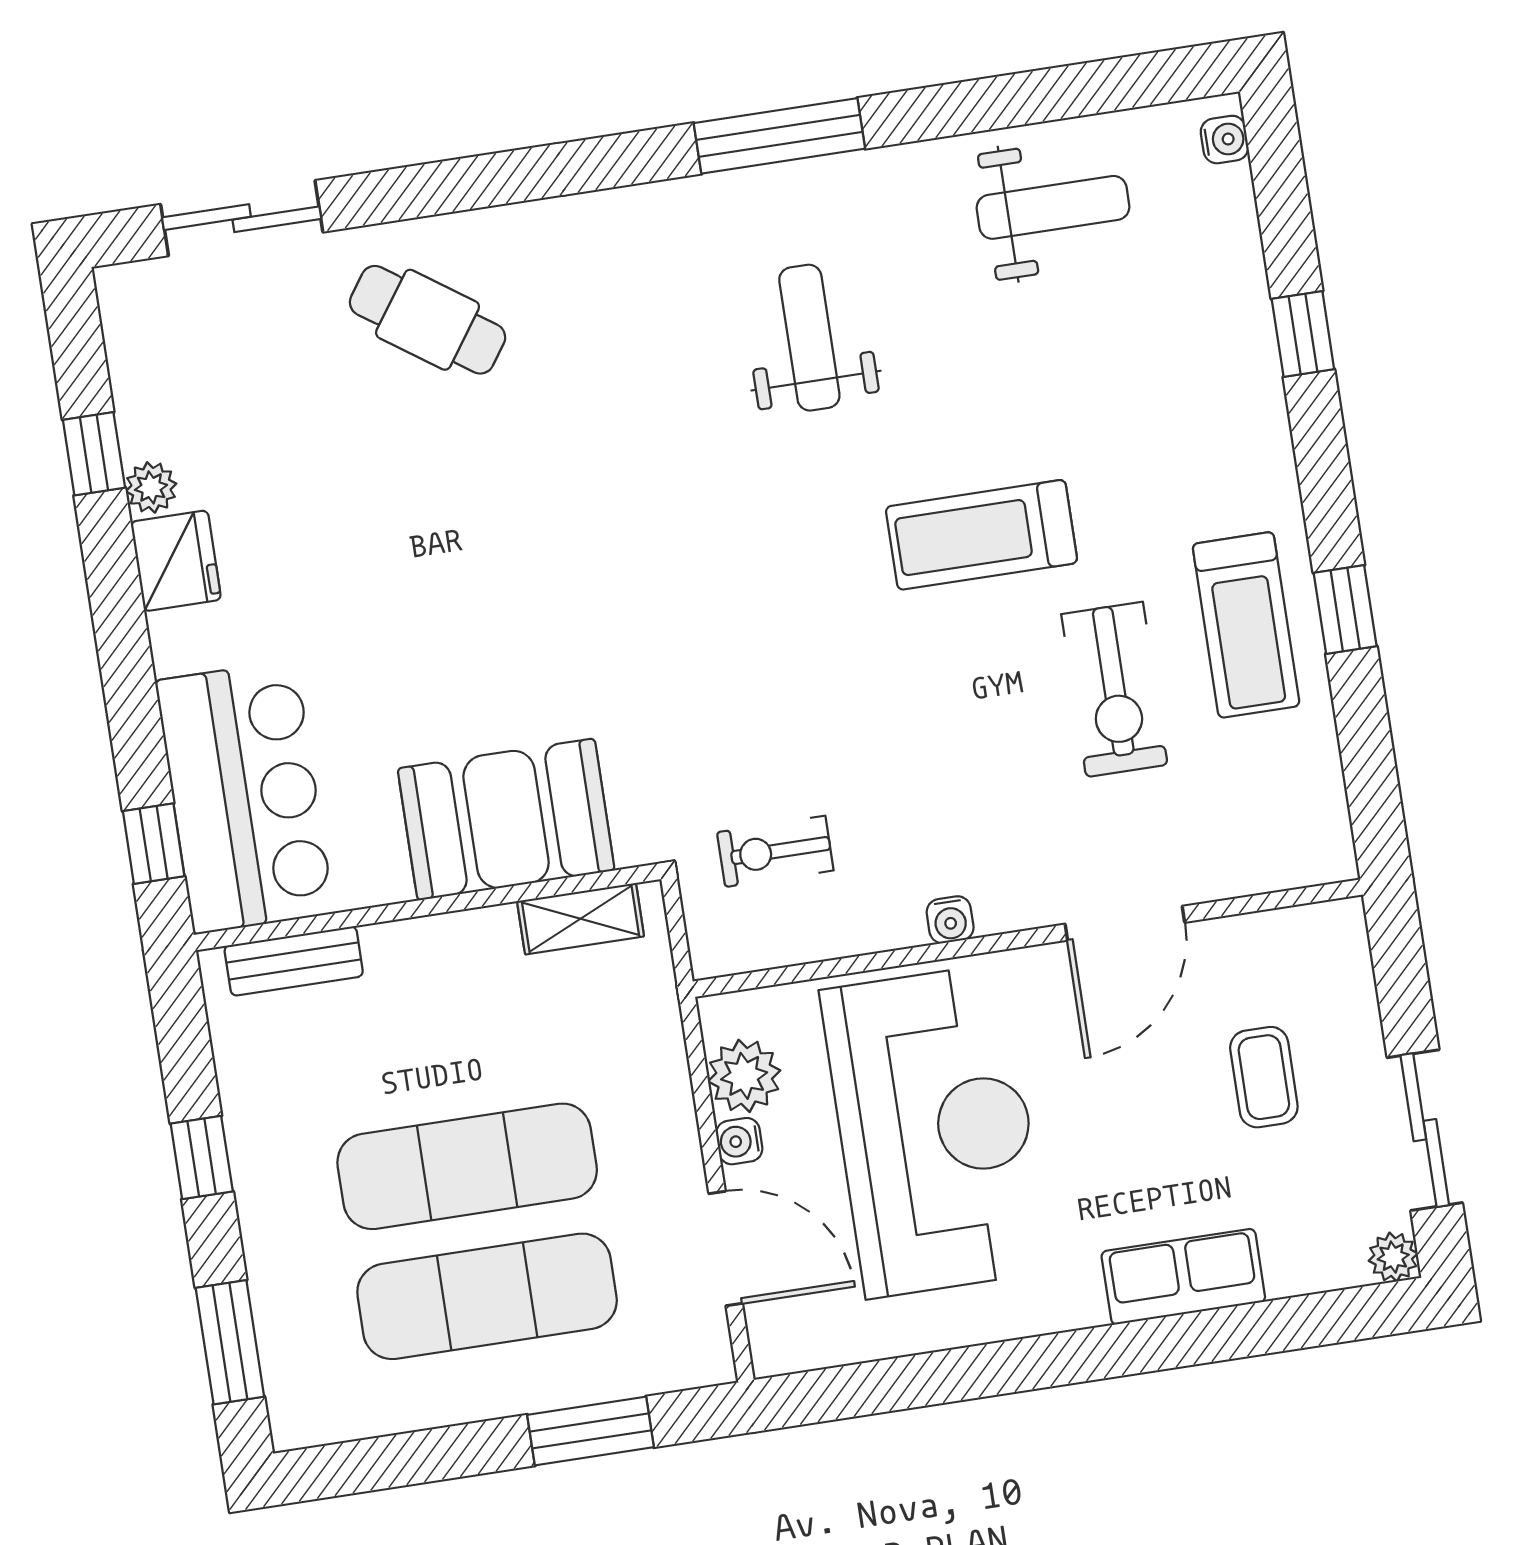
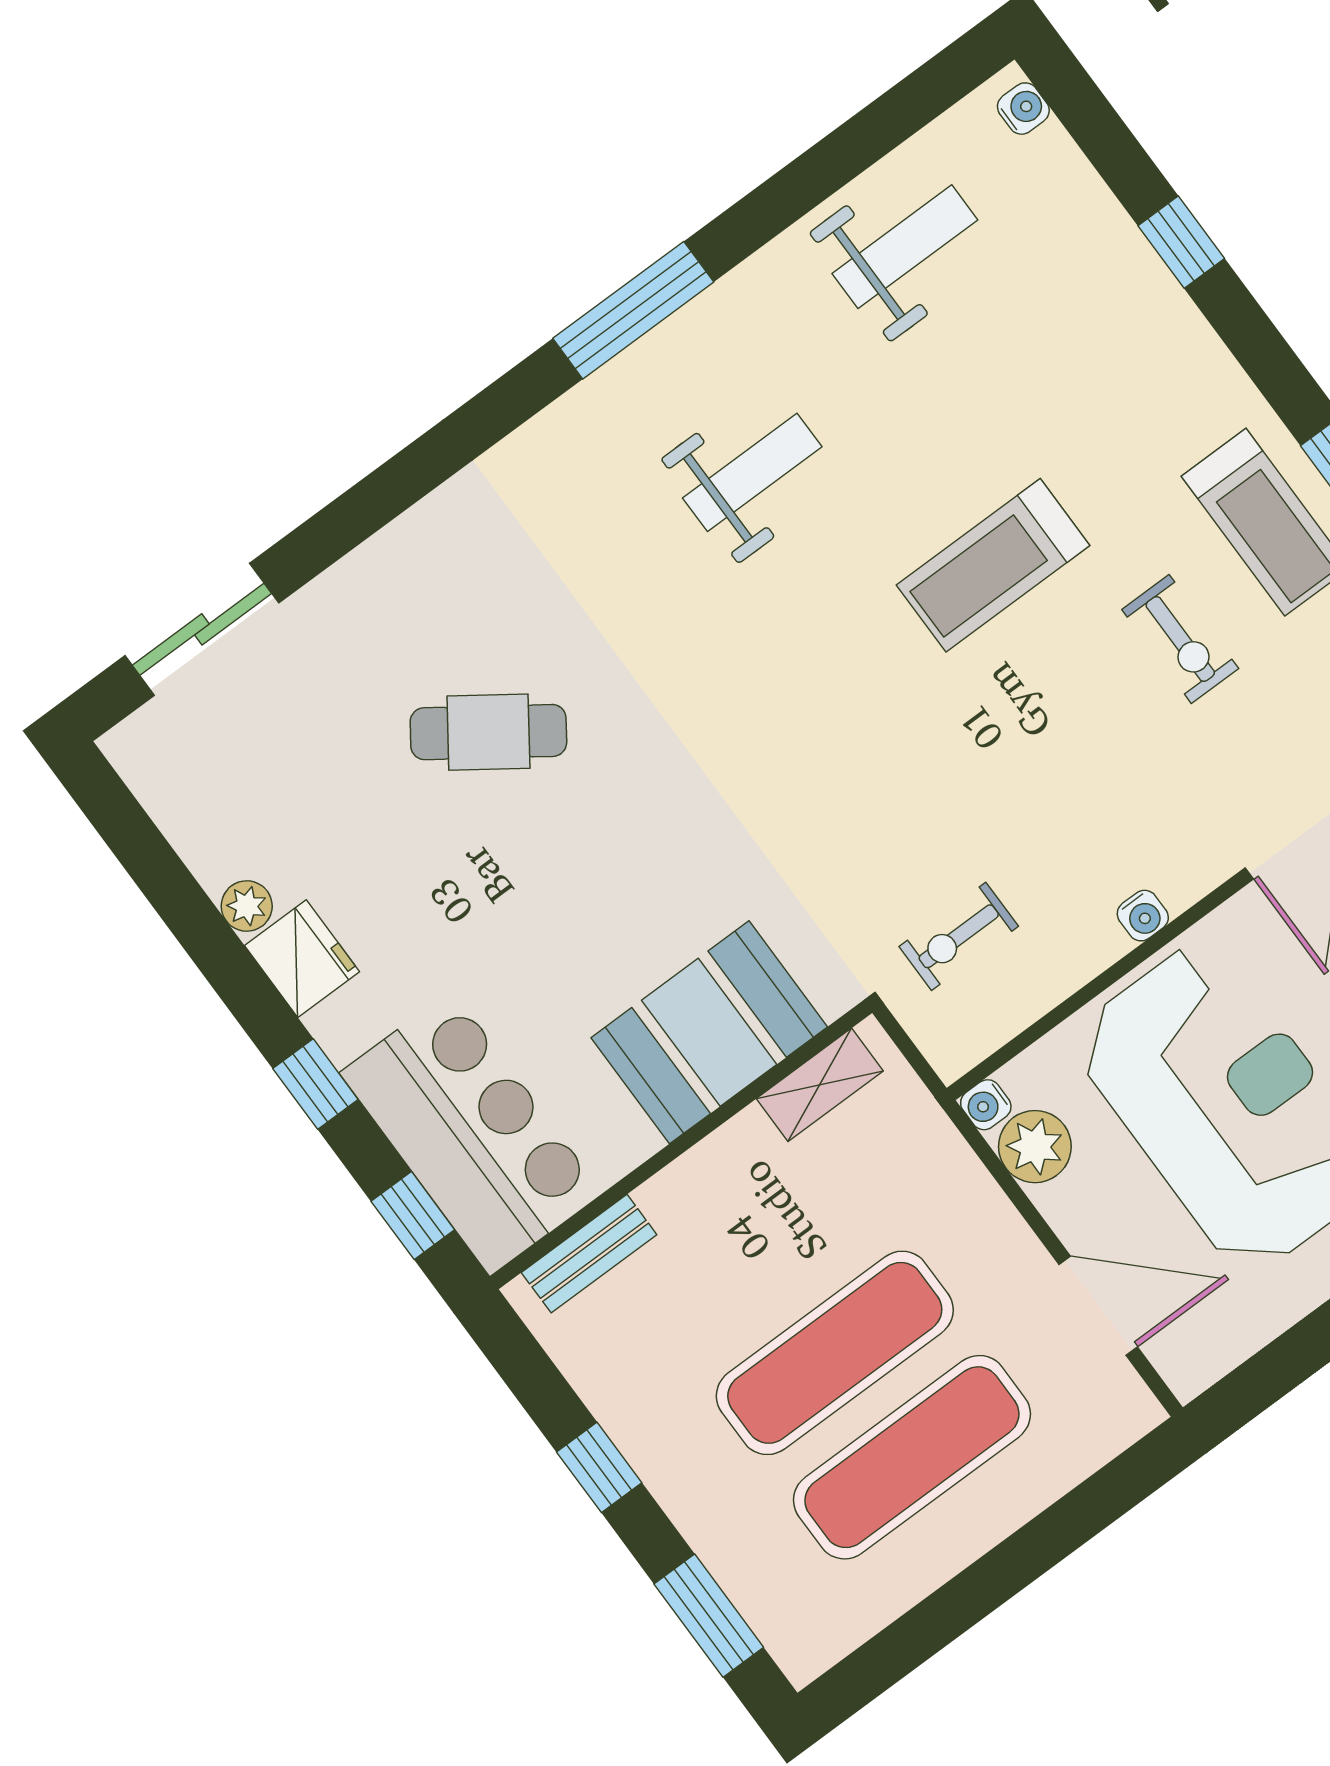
cafe table: (428, 320) -> (488, 732), moved
weight bench: (809, 338) -> (752, 472), turned 90
window: (94, 454) -> (315, 1084), moved
exercise bike: (1114, 689) -> (1180, 639), width x0.73, depth x0.72
water cooler: (739, 1141) -> (986, 1105), moved
window: (590, 1431) -> (1064, 1527), removed

